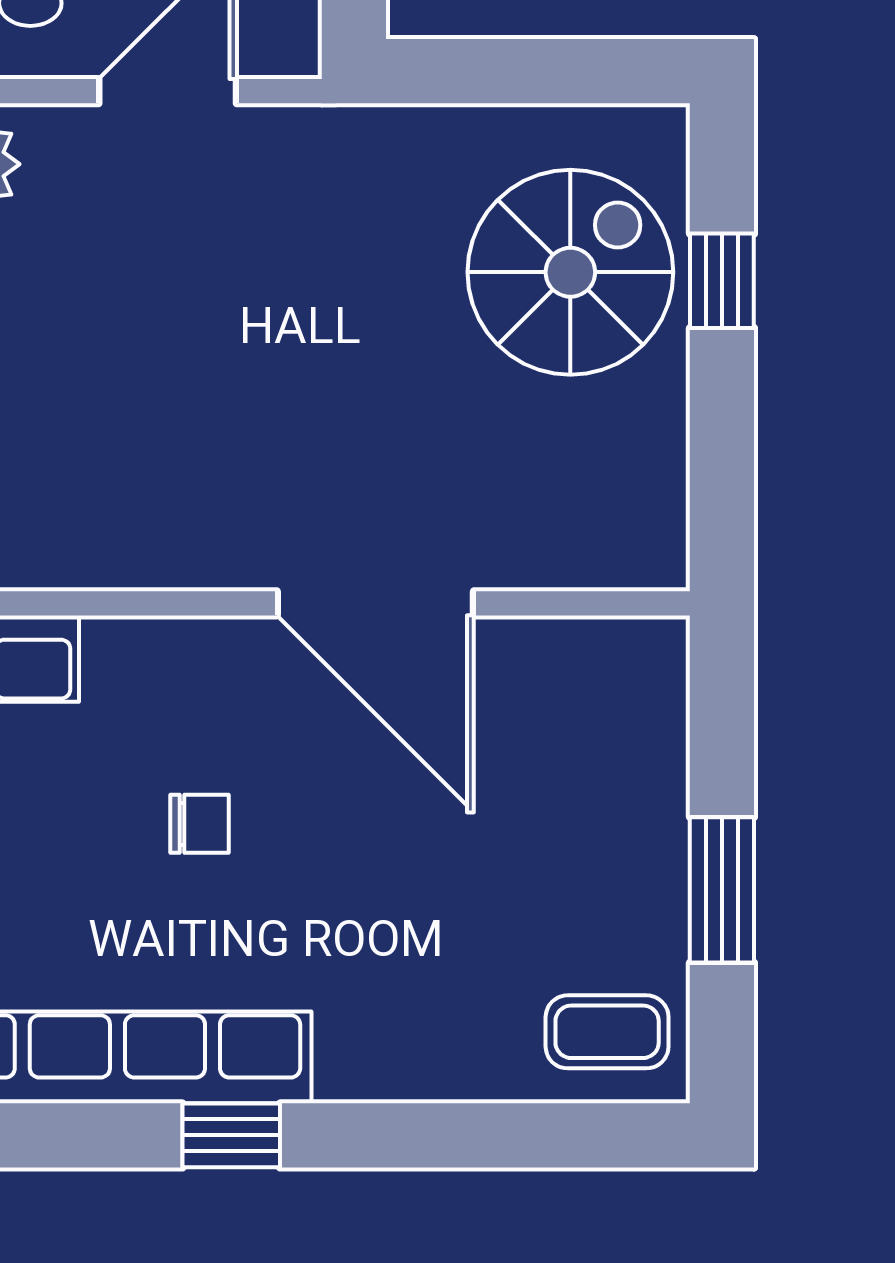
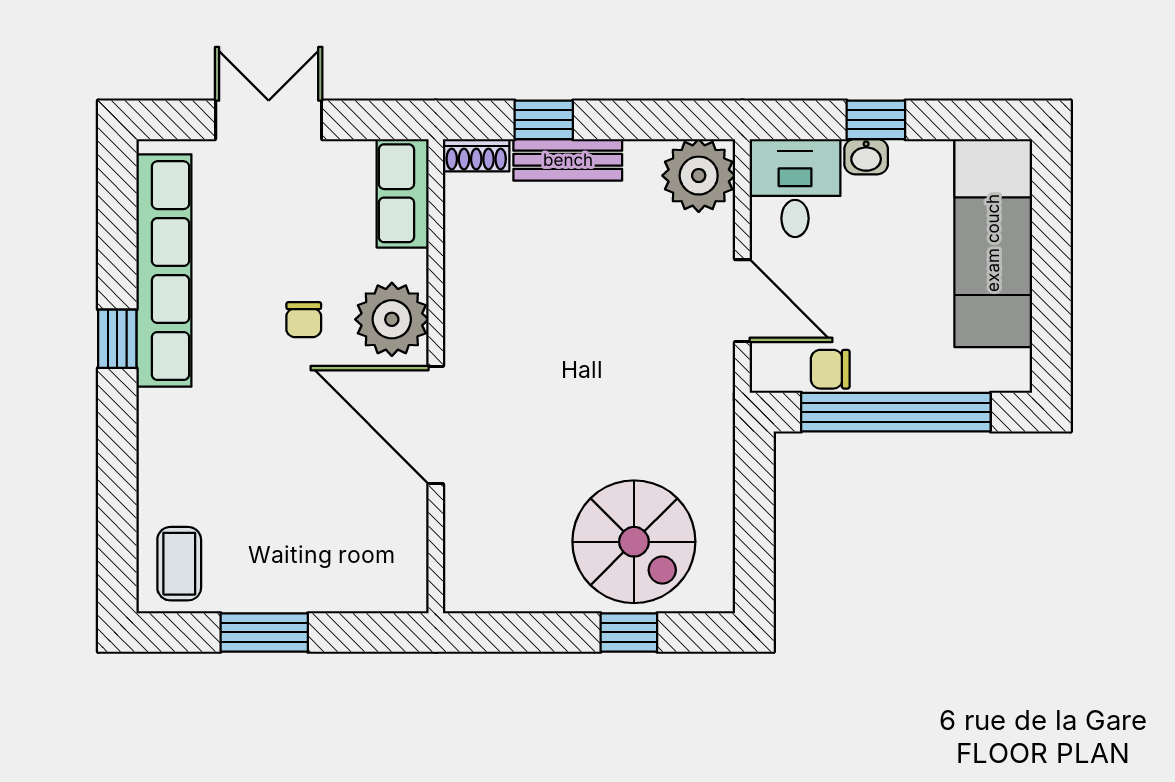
door: (375, 603) -> (436, 425), hinge flipped
plant: (199, 677) -> (392, 319), added

